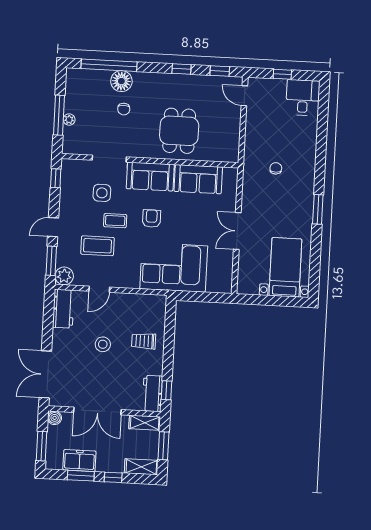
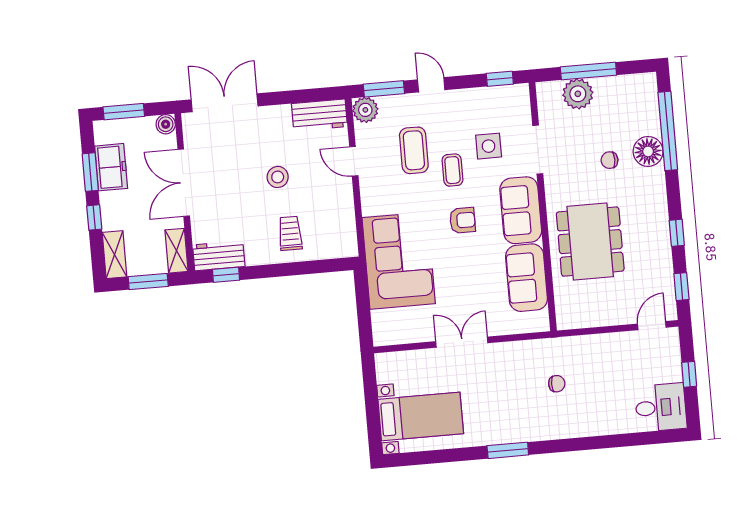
plant: (69, 120) -> (578, 94), width x1.87, depth x1.87
dining table: (179, 131) -> (590, 242), width x1.38

